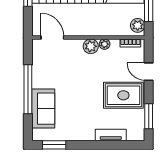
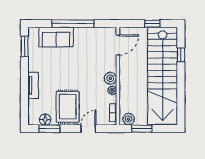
floor lamp: (138, 121) -> (45, 120), added
tv unit: (111, 135) -> (33, 85), moved

